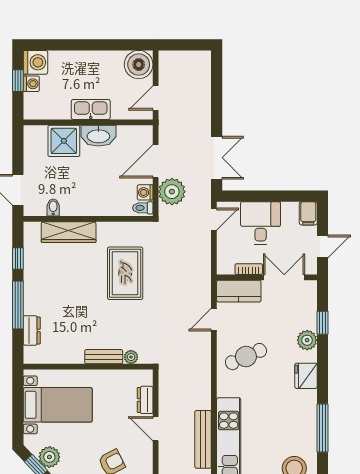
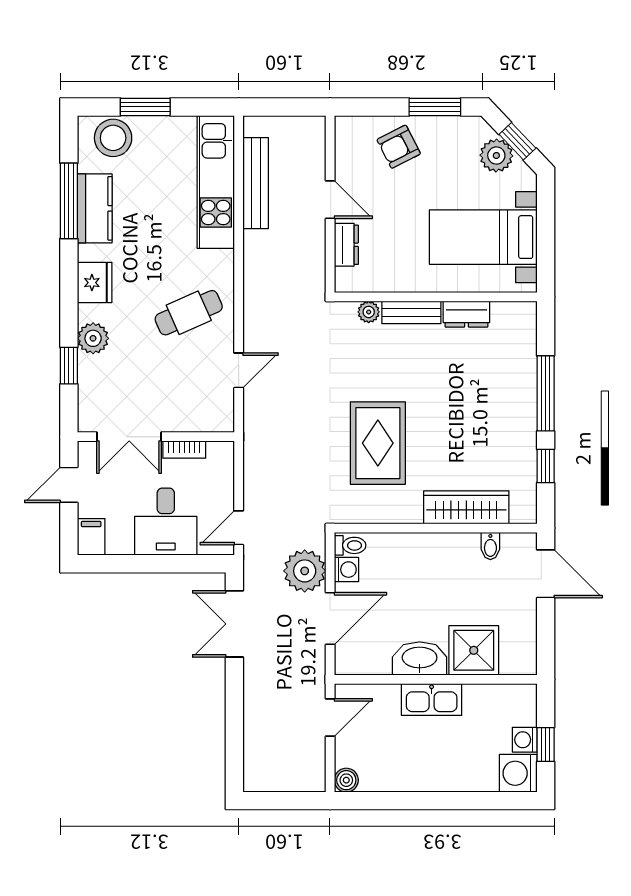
boiler: (139, 65) -> (346, 780), width x0.54, depth x0.54
kitchen counter: (239, 291) -> (95, 208), moved, turned 90
dresser: (32, 330) -> (466, 314), moved, turned -90

